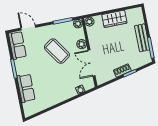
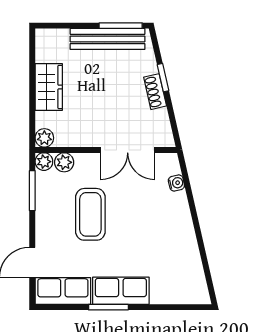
bench: (142, 38) -> (107, 39), width x1.36
plant: (82, 44) -> (64, 162), moved
coffee table: (57, 51) -> (90, 214), turned -56
row of seats: (26, 88) -> (121, 291), moved

